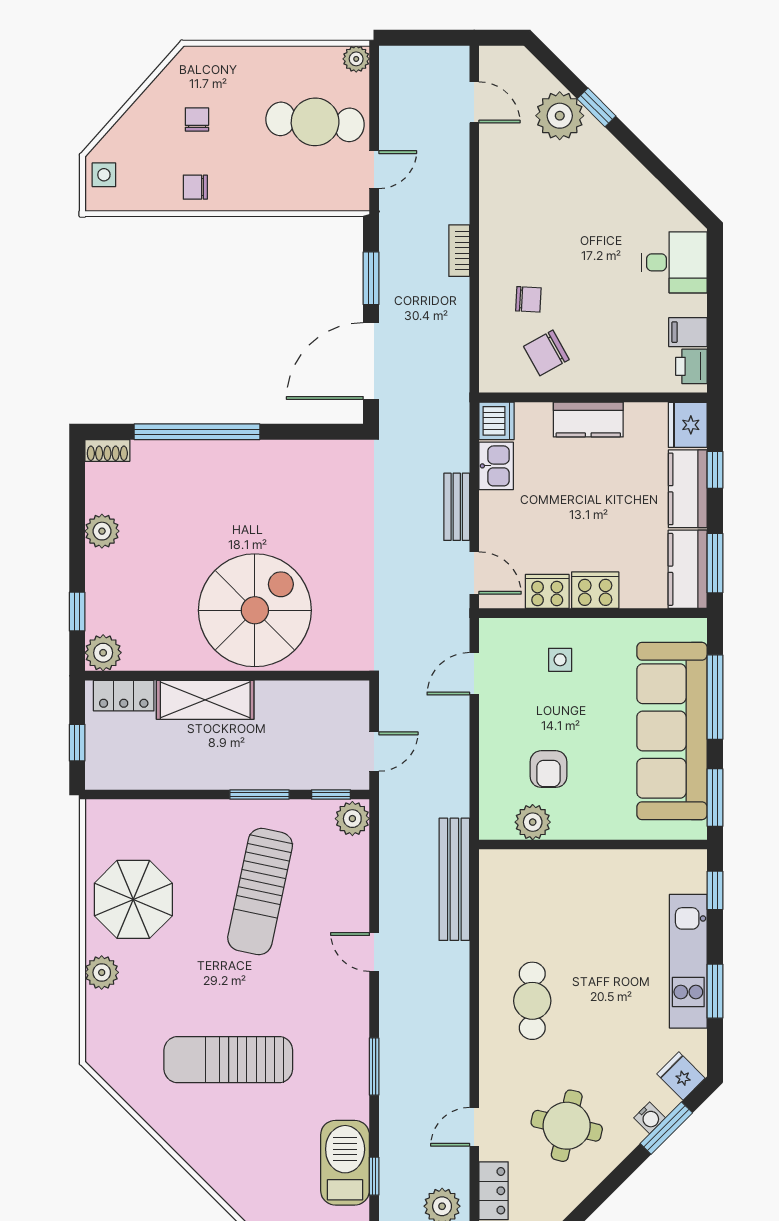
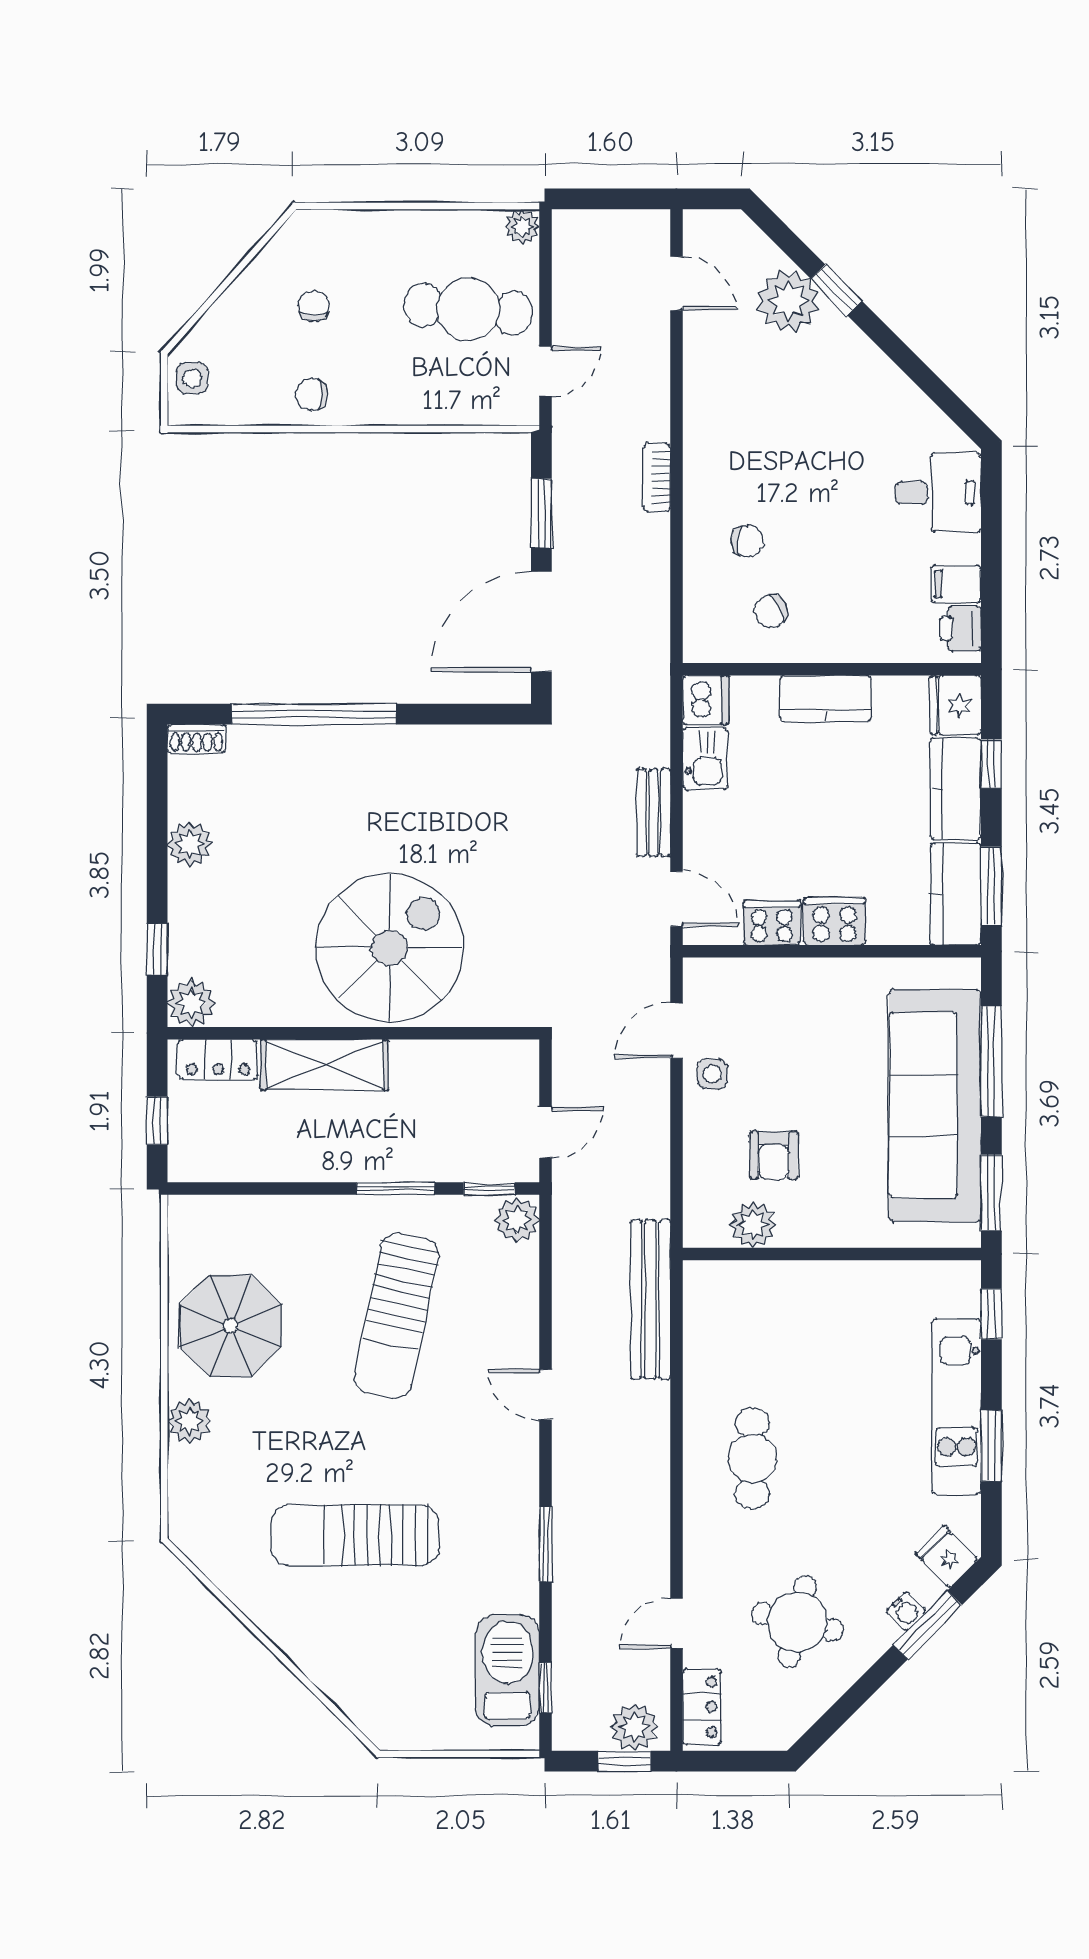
chair: (546, 353) -> (771, 611), width x0.73, depth x0.73
side table: (560, 660) -> (712, 1074), moved

